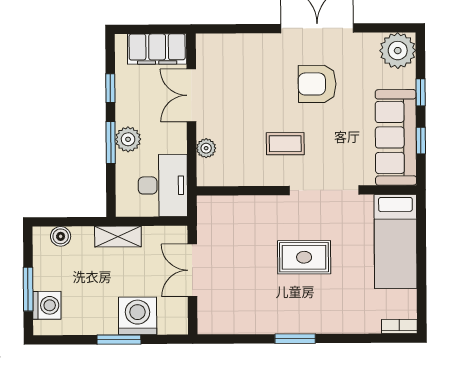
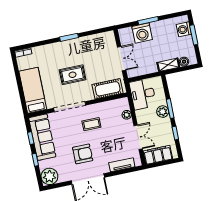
tv unit: (238, 44) -> (122, 165), added
cot: (235, 212) -> (108, 89), added
shelving: (118, 237) -> (168, 65), moved

